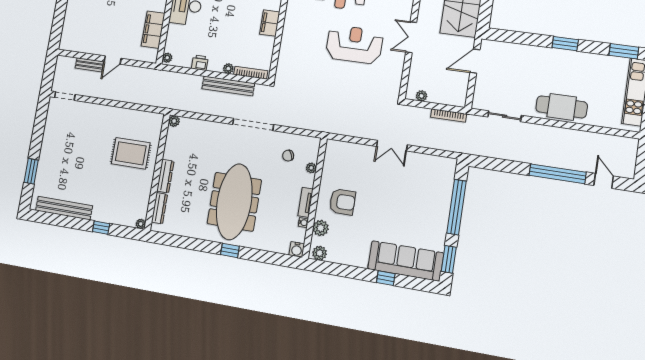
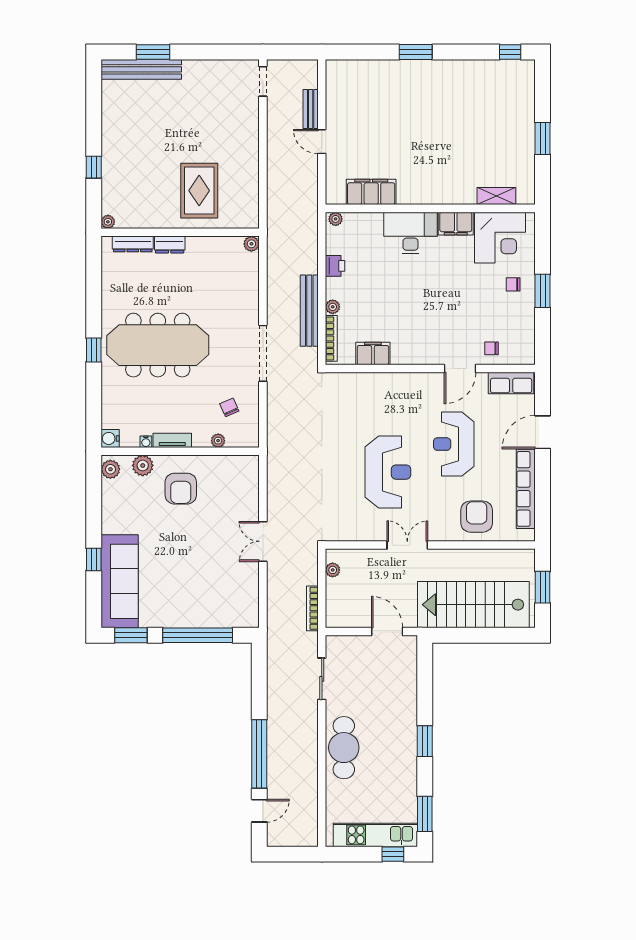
filing cabinet: (270, 23) -> (373, 353), moved
dresser: (165, 176) -> (170, 245), width x0.70
bench: (64, 208) -> (141, 69), moved, turned 90

